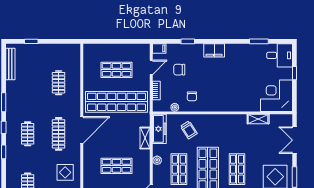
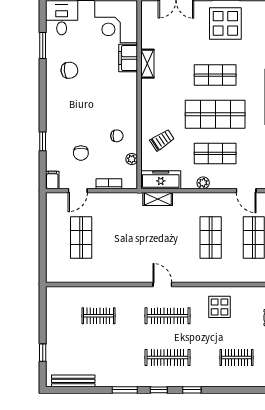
filing cabinet: (214, 50) -> (128, 58), moved, turned 180
chair: (241, 61) -> (69, 70), added
door: (151, 67) -> (78, 191), swing flipped
shop shelf: (117, 102) -> (124, 238), removed
shelving: (258, 119) -> (147, 64), moved
door: (82, 130) -> (162, 285), width x0.53
clothes rail: (28, 134) -> (167, 357), width x1.36
shelving: (145, 138) -> (158, 199), moved

